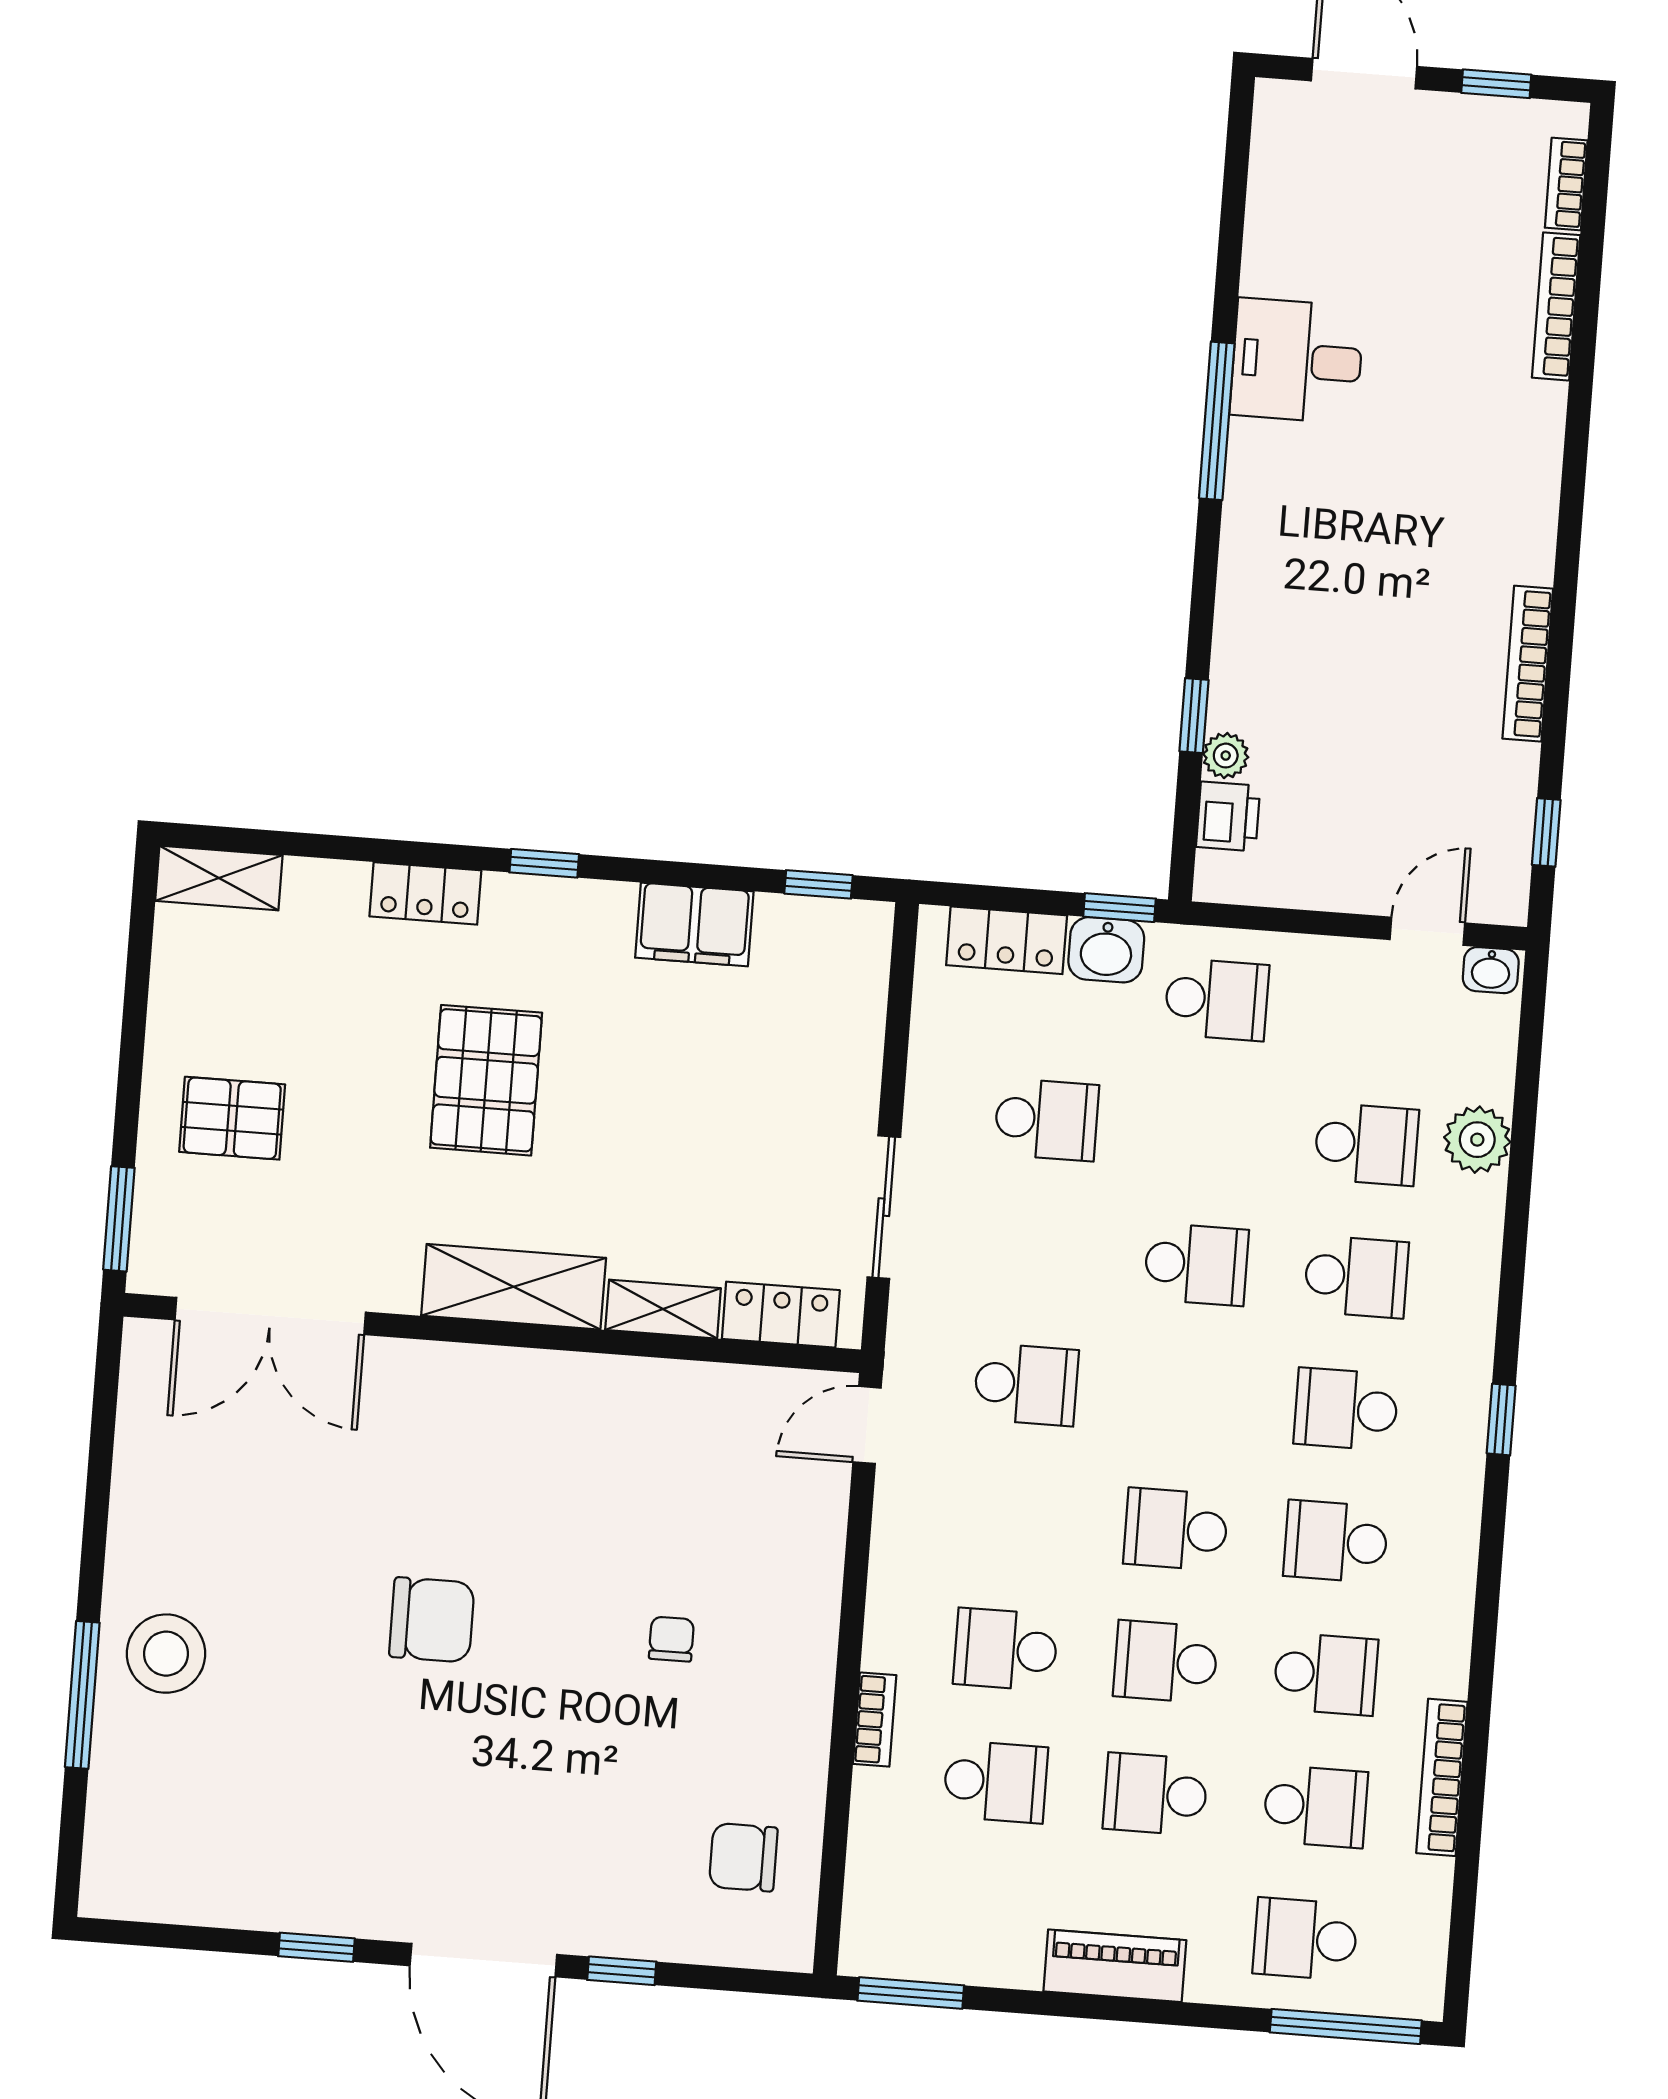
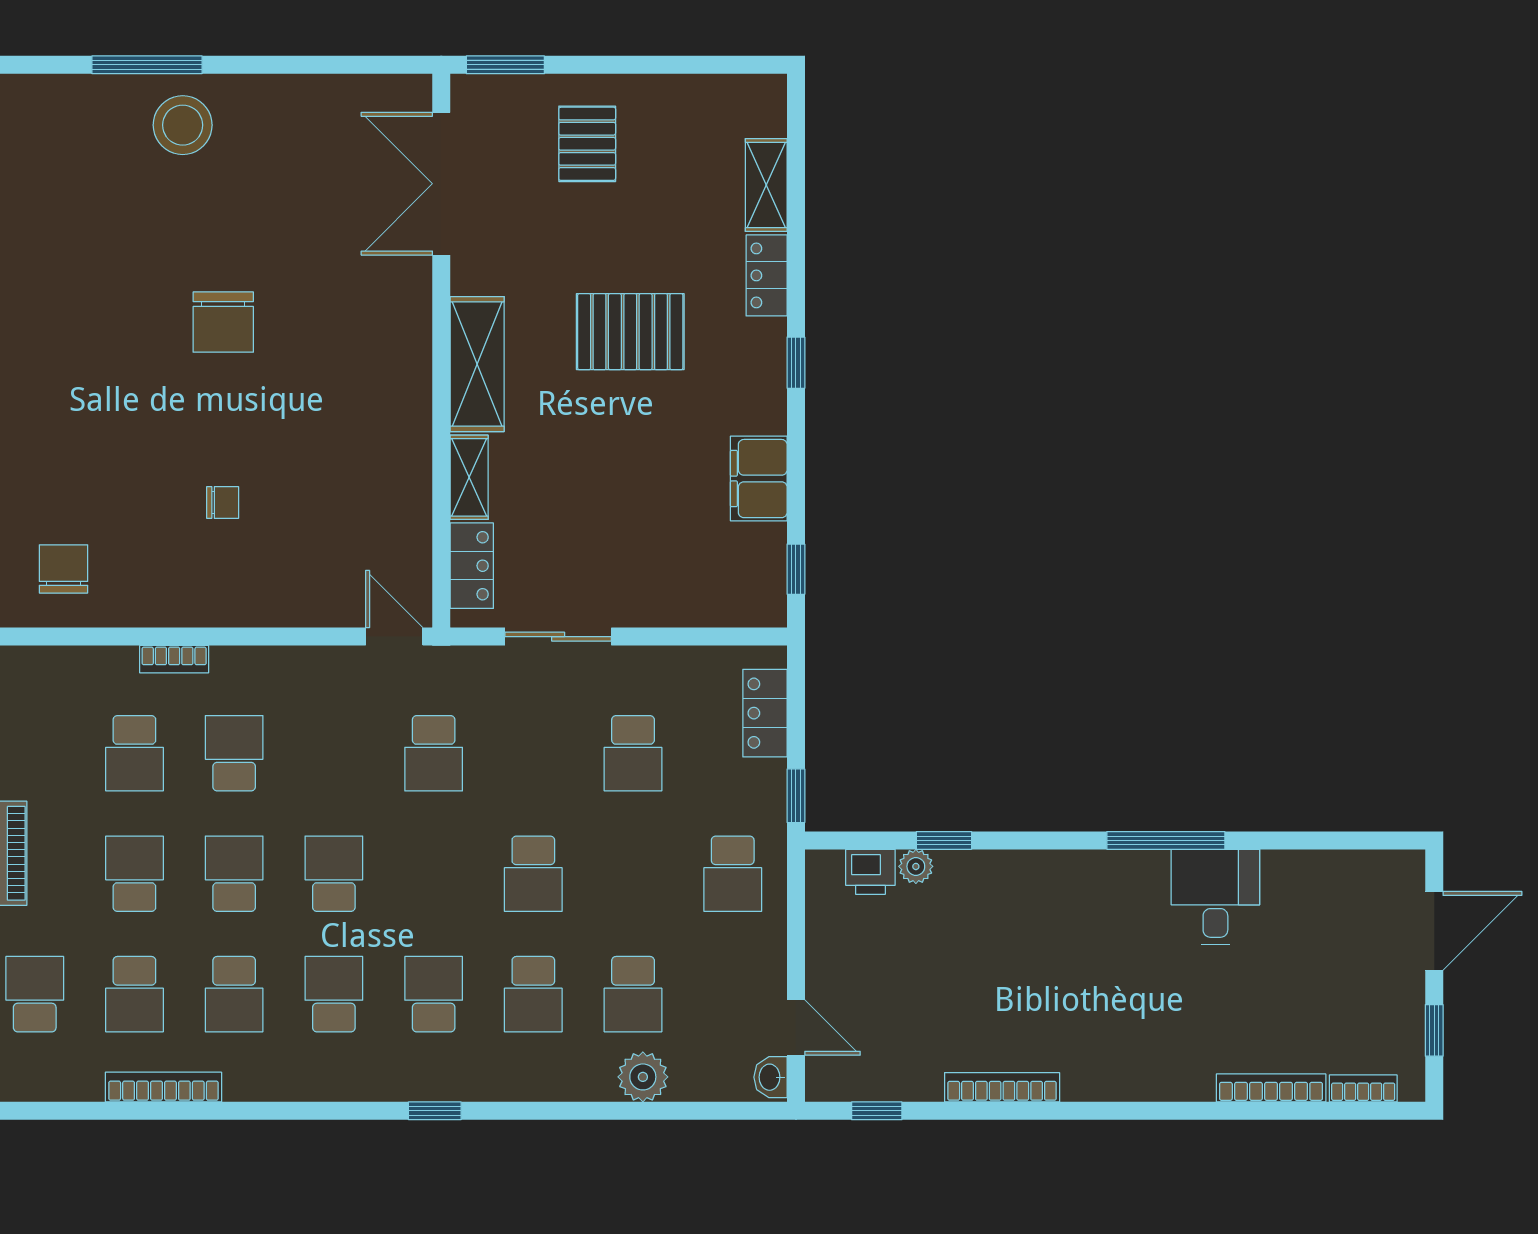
shelving: (219, 878) -> (766, 185), moved
washbasin: (1106, 950) -> (764, 788), removed

